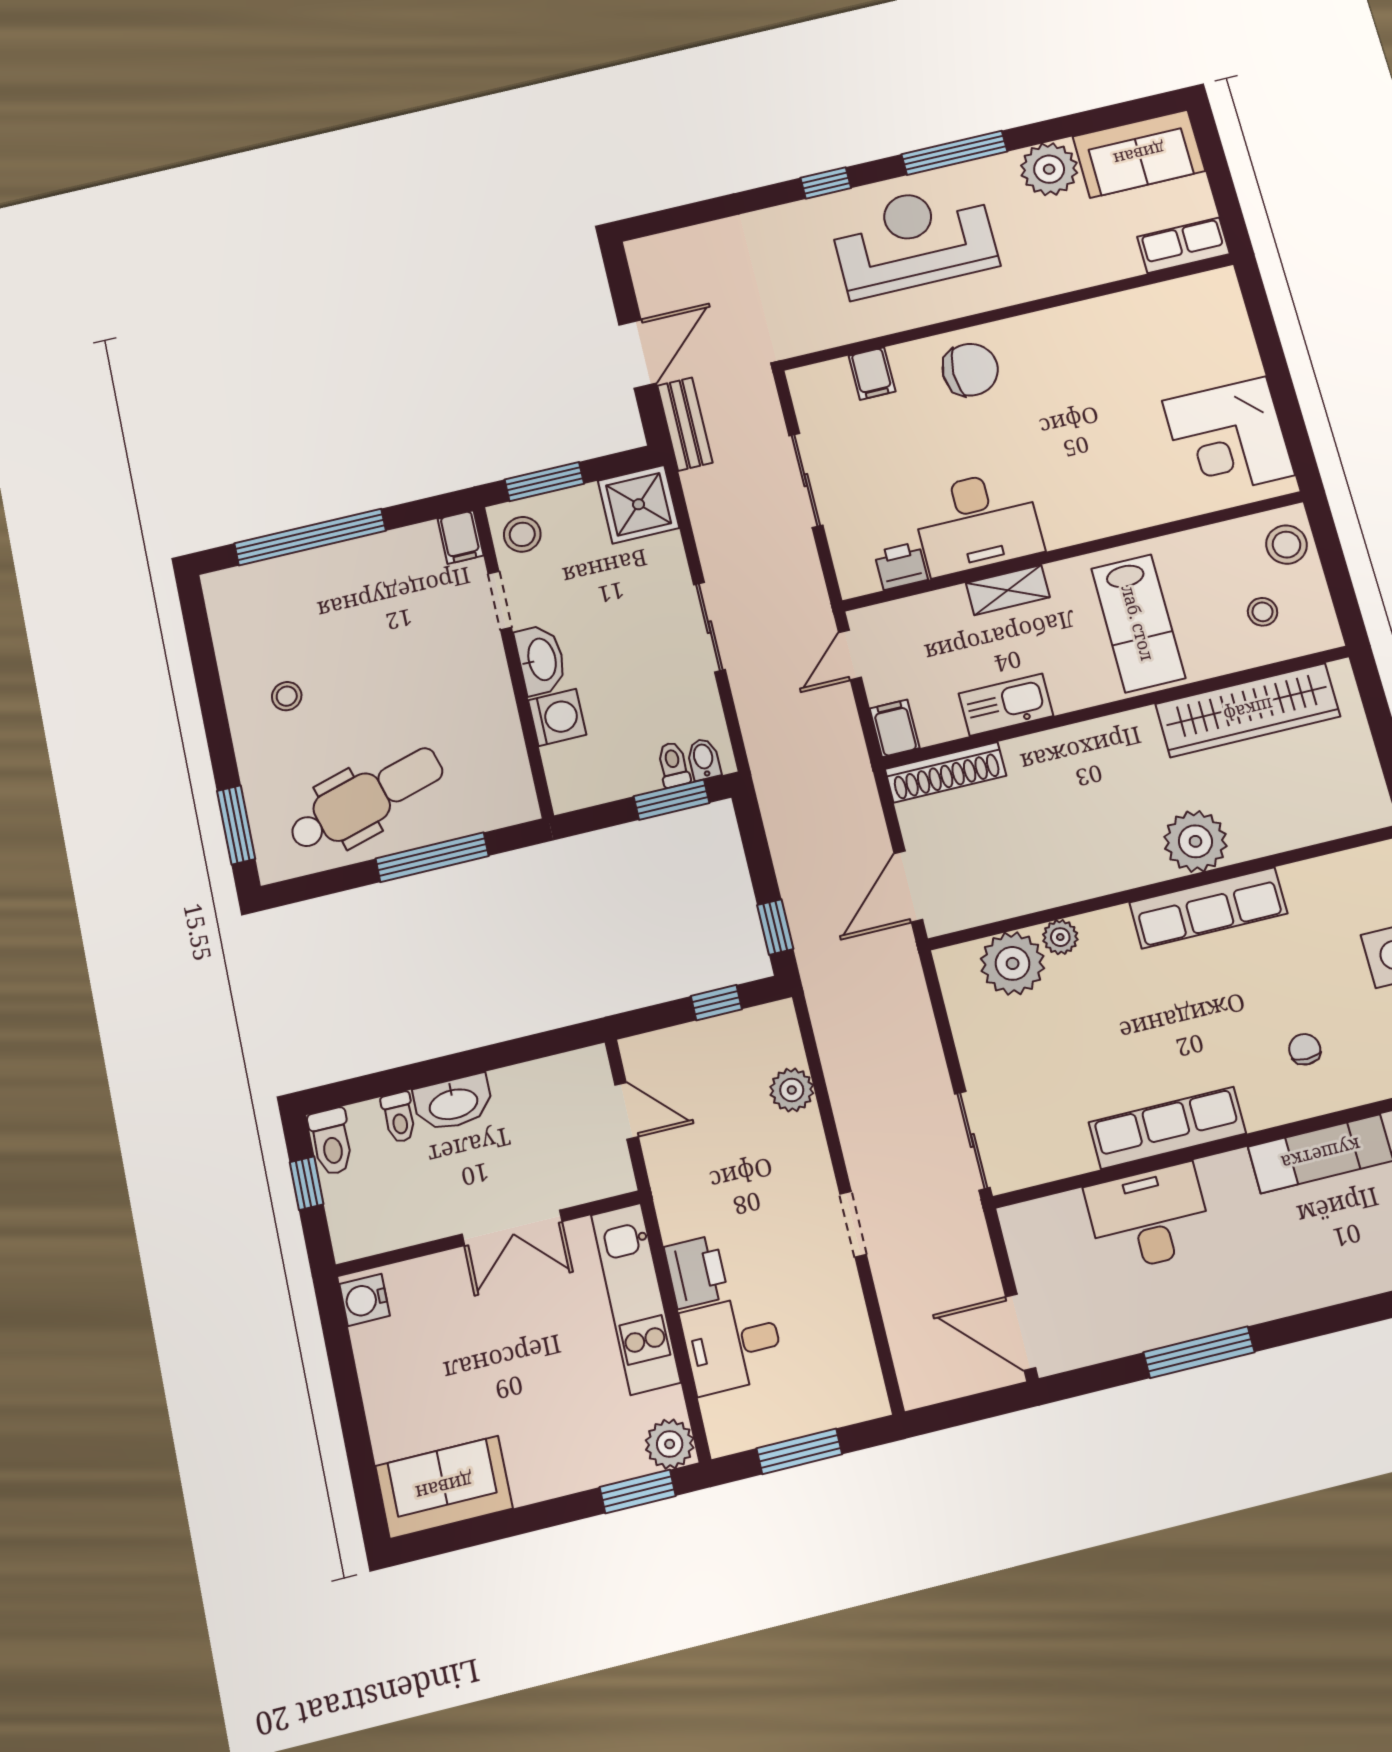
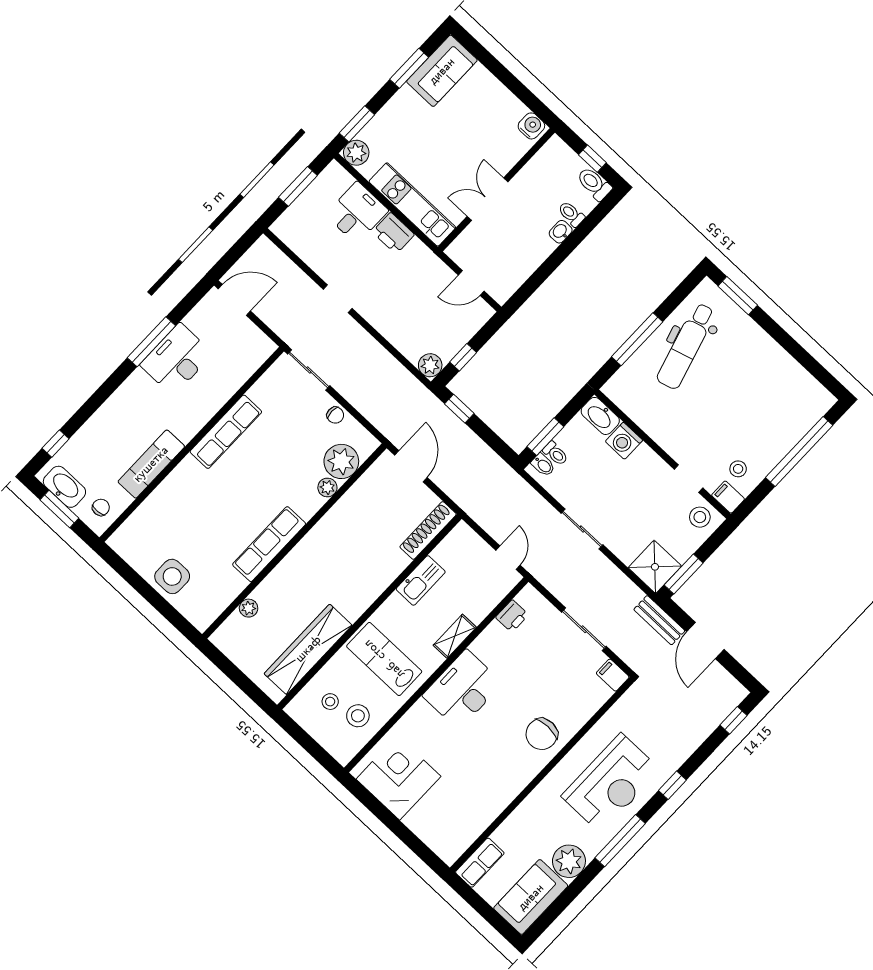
window: (674, 218) -> (734, 720), added
filing cabinet: (872, 374) -> (613, 675), moved
window: (544, 482) -> (684, 574), moved
desk: (977, 522) -> (462, 689), moved
stool: (1286, 545) -> (358, 716), moved
washbasin: (541, 660) -> (600, 416), moved
stool: (287, 696) -> (738, 469), moved
filing cabinet: (895, 728) -> (465, 536), removed
plant: (1195, 841) -> (249, 608), moved, width x0.53, depth x0.53
chair: (1305, 1049) -> (335, 415), moved
plant: (792, 1090) -> (430, 365), moved
washbasin: (453, 1103) -> (561, 232), width x0.52, depth x0.69
desk: (1149, 1218) -> (177, 359), moved, turned 180
window: (493, 1527) -> (409, 68), added

